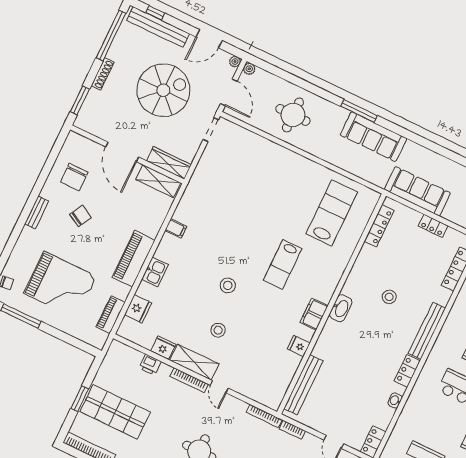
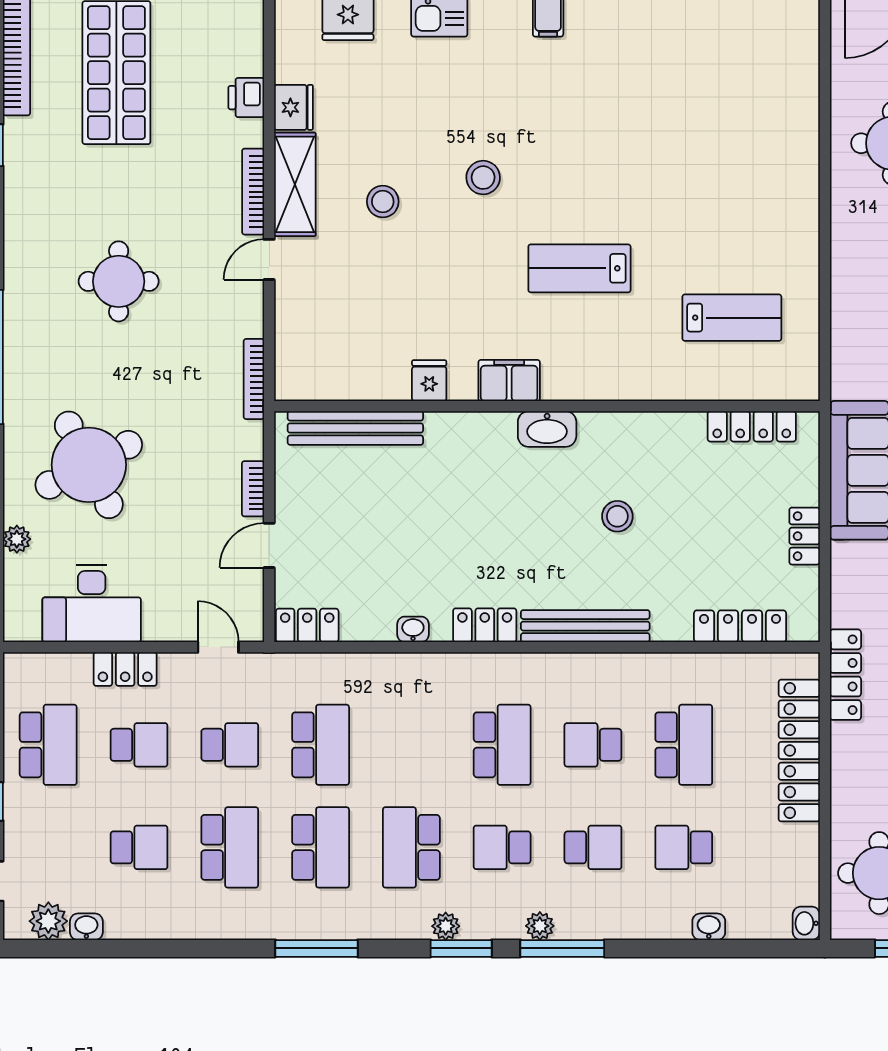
lab bench: (332, 213) -> (732, 318), width x0.73, depth x0.72
bookcase: (292, 430) -> (253, 489), moved

